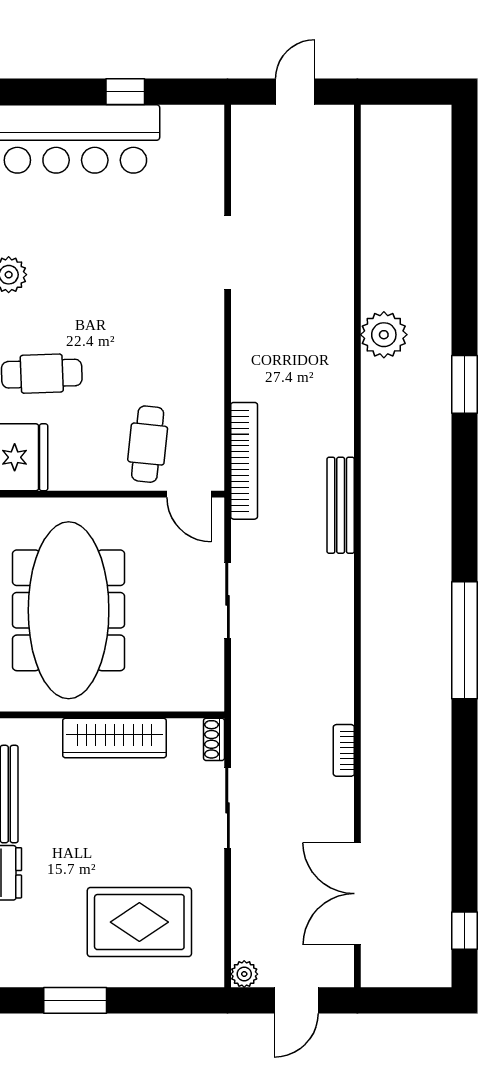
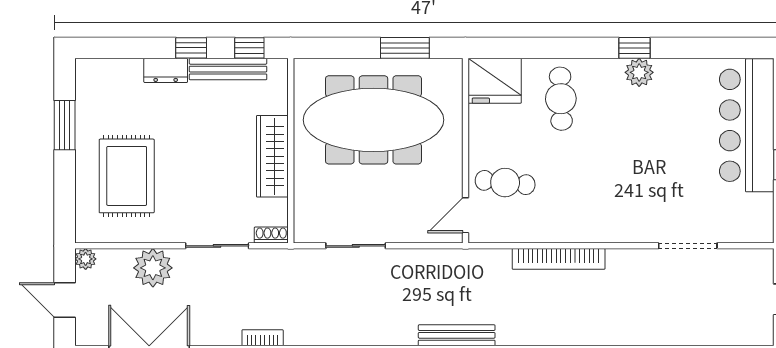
doorway: (228, 252) -> (688, 246), moved
bookcase: (244, 461) -> (559, 259), moved
sliding door: (228, 600) -> (356, 246), moved
plant: (255, 889) -> (153, 268), added

